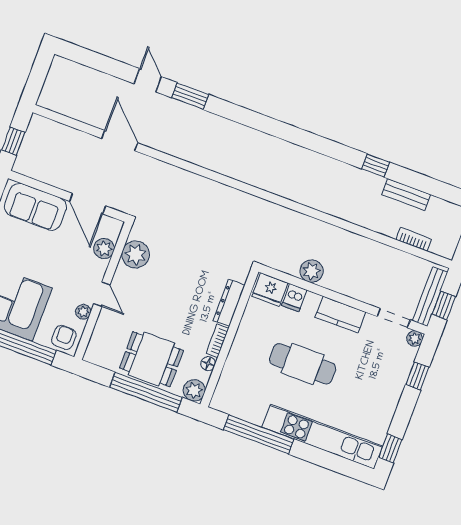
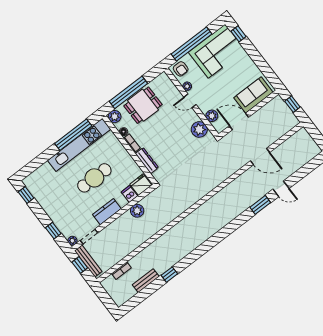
kitchen unit: (322, 437) -> (79, 145), moved

